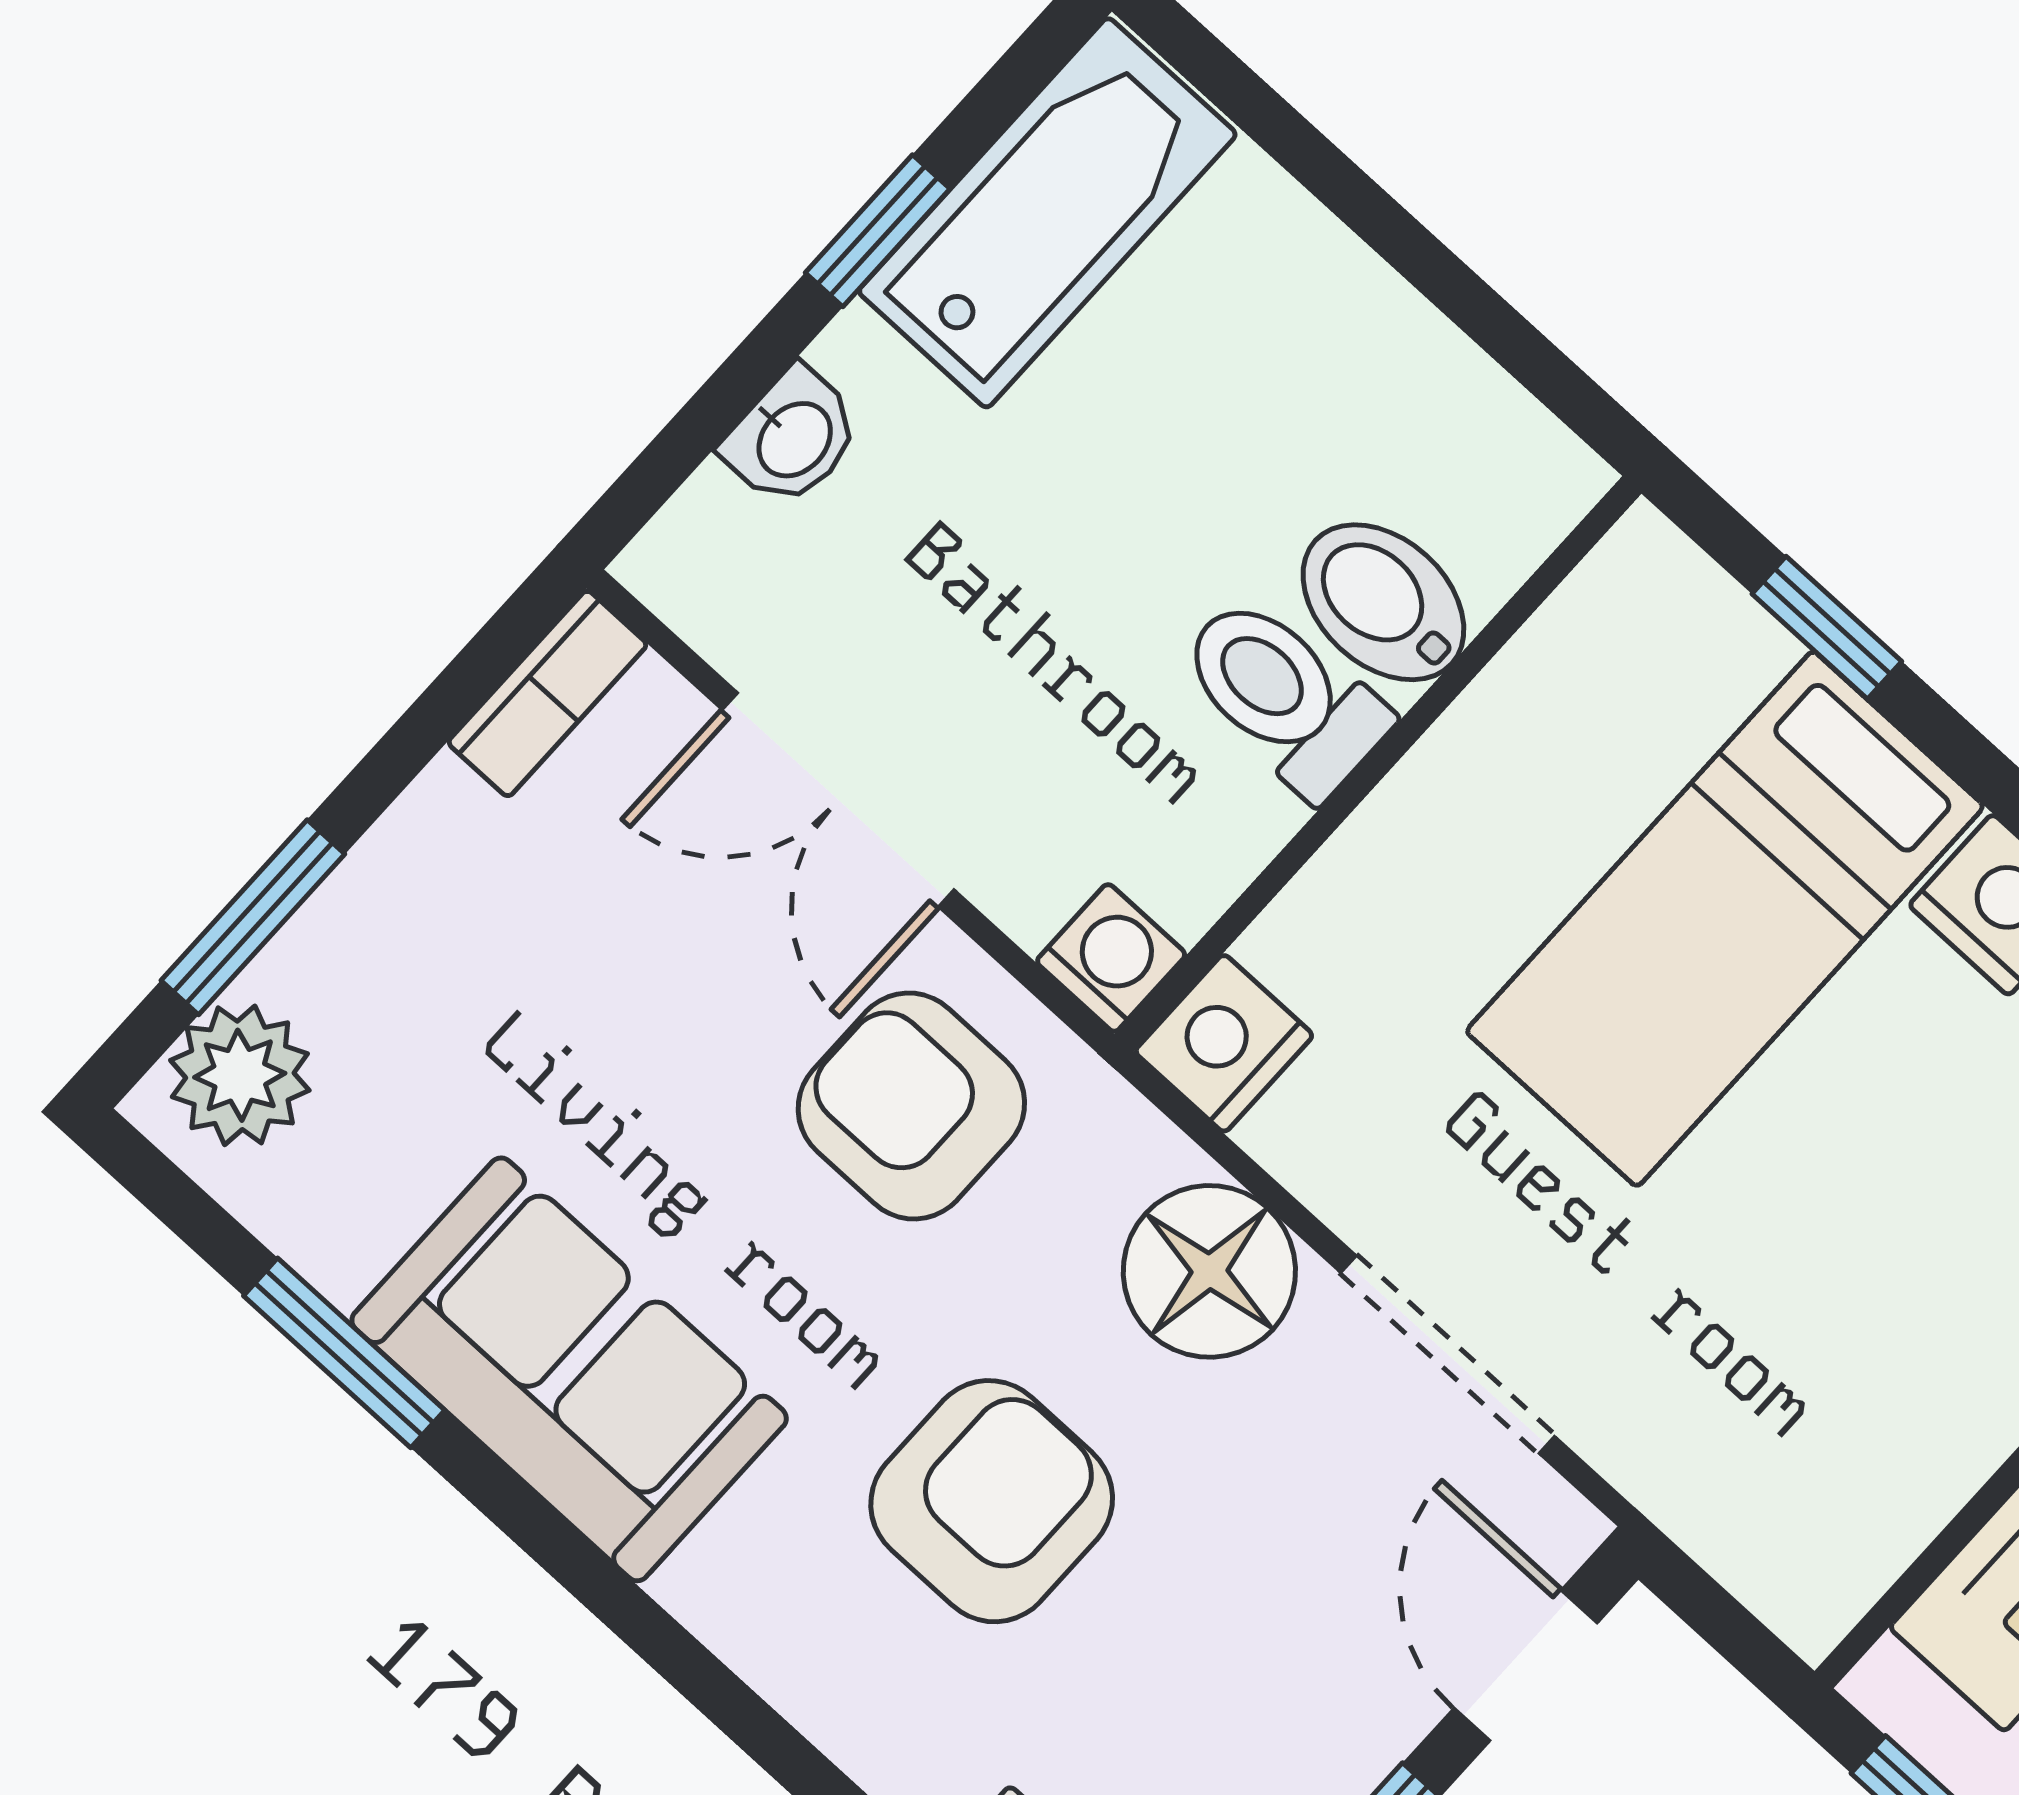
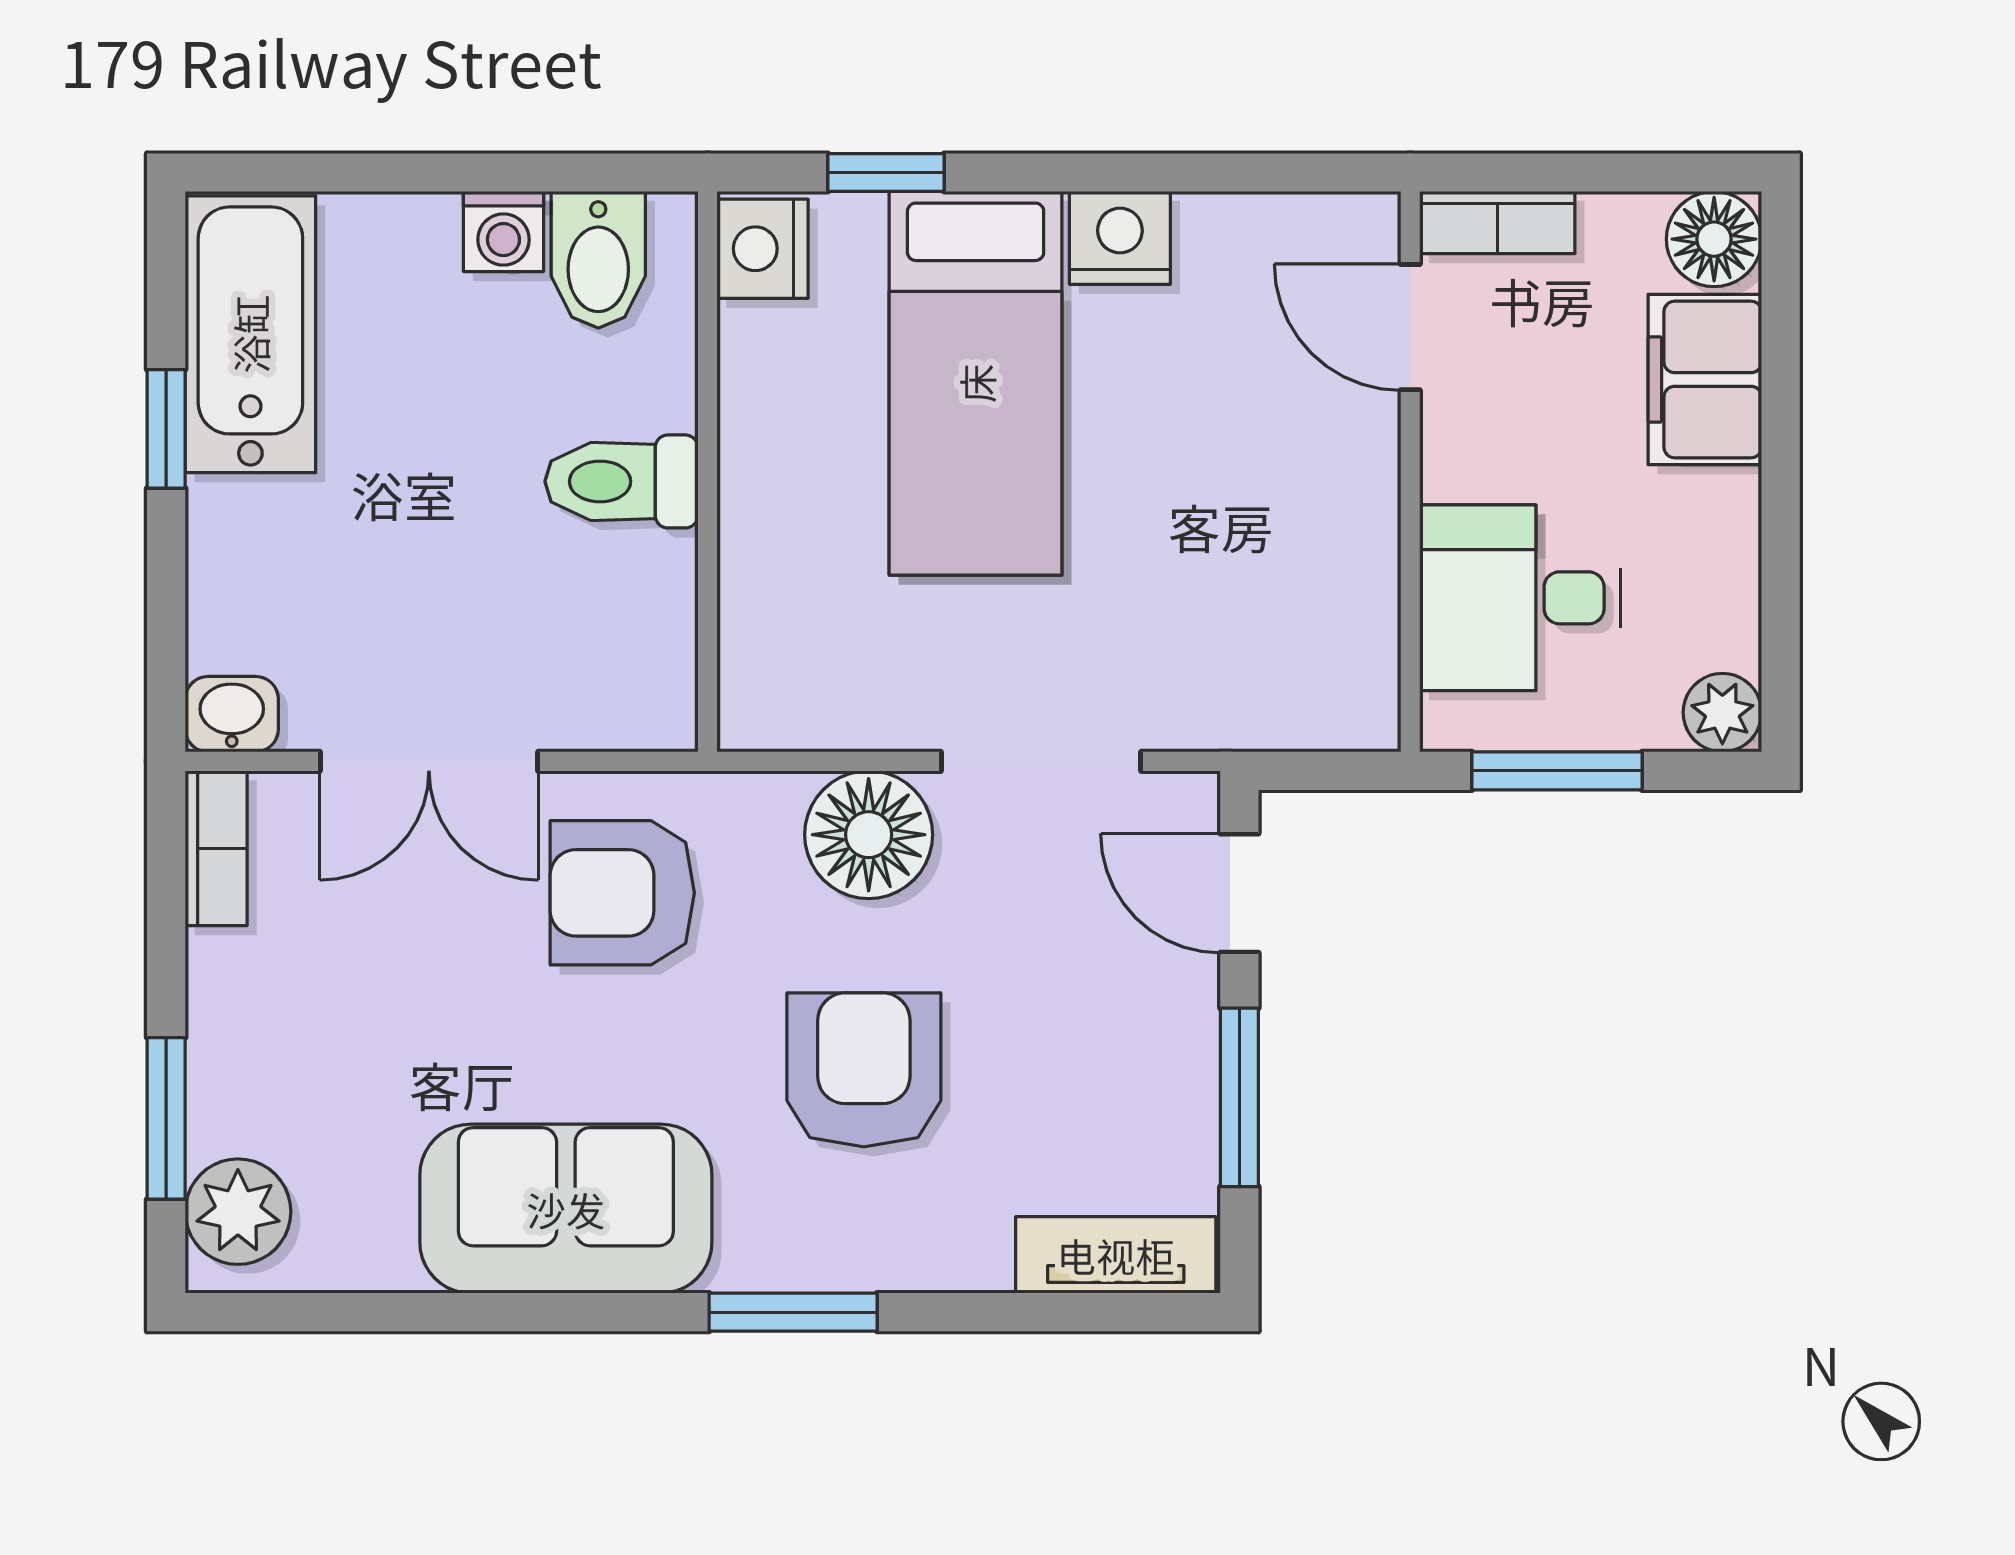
washbasin: (792, 438) -> (232, 714), moved, turned -90
bidet: (1383, 602) -> (598, 260), moved, turned -90
washing machine: (1111, 958) -> (503, 232), moved, turned 180
nightstand: (1224, 1043) -> (763, 249), moved
window: (344, 1353) -> (793, 1312), moved

